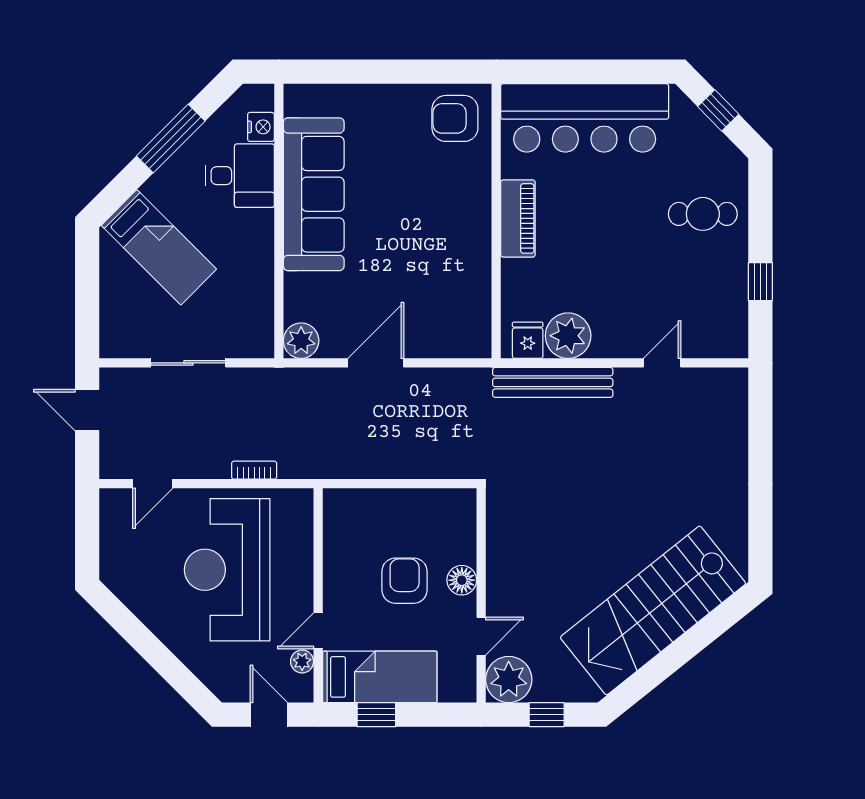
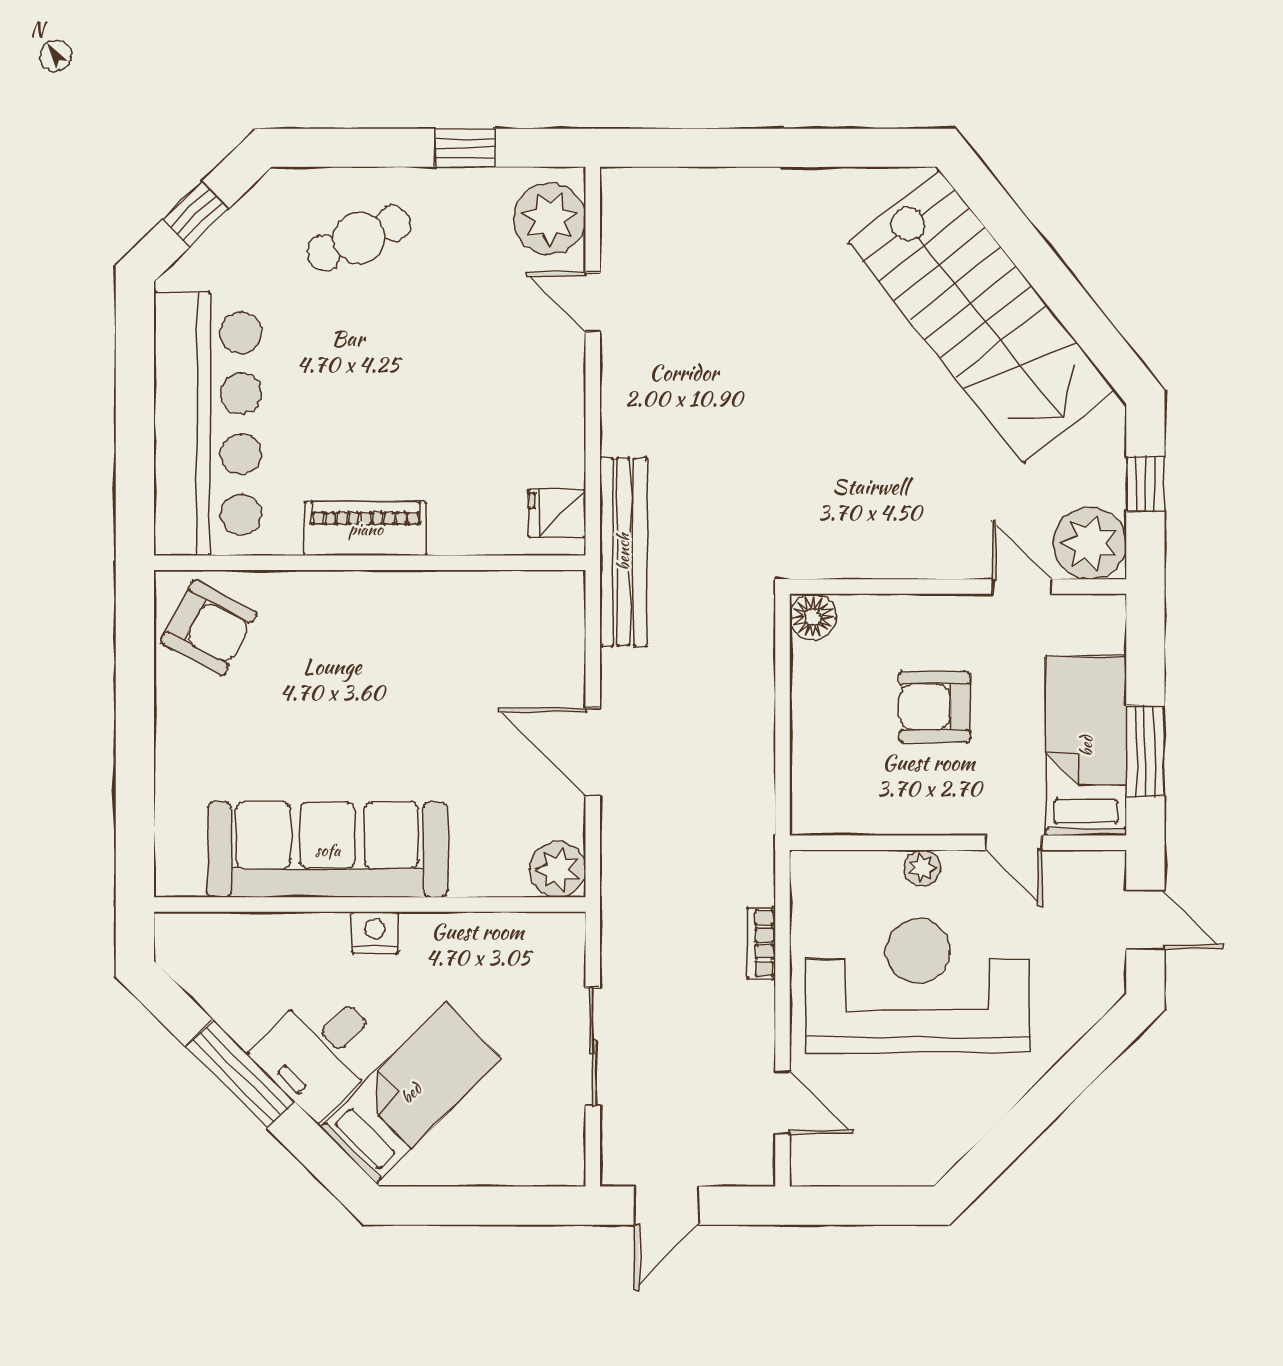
armchair: (455, 118) -> (209, 628), turned -62
nightstand: (261, 127) -> (375, 933), moved
desk: (240, 176) -> (320, 1051), moved, turned -135
cafe table: (703, 214) -> (359, 238), turned 67
plant: (568, 336) -> (550, 219), moved
bench: (553, 382) -> (623, 552), moved
reception desk: (227, 570) -> (918, 986), turned 180
floor lamp: (462, 580) -> (813, 617), moved
plant: (302, 661) -> (922, 868), moved
door: (269, 715) -> (1145, 920), swing flipped
window: (376, 715) -> (1145, 751), width x1.50

